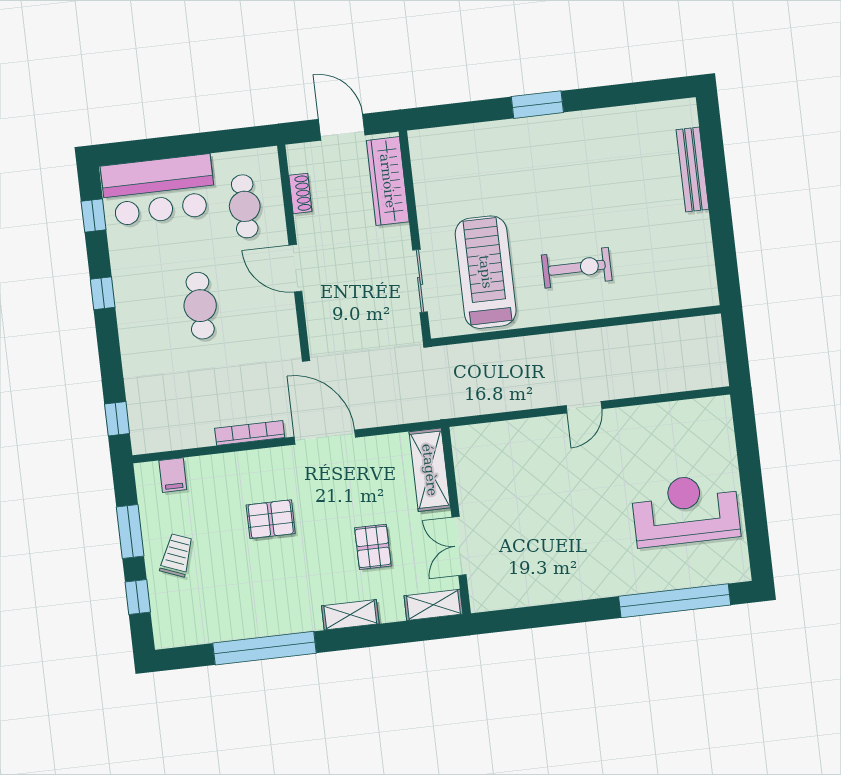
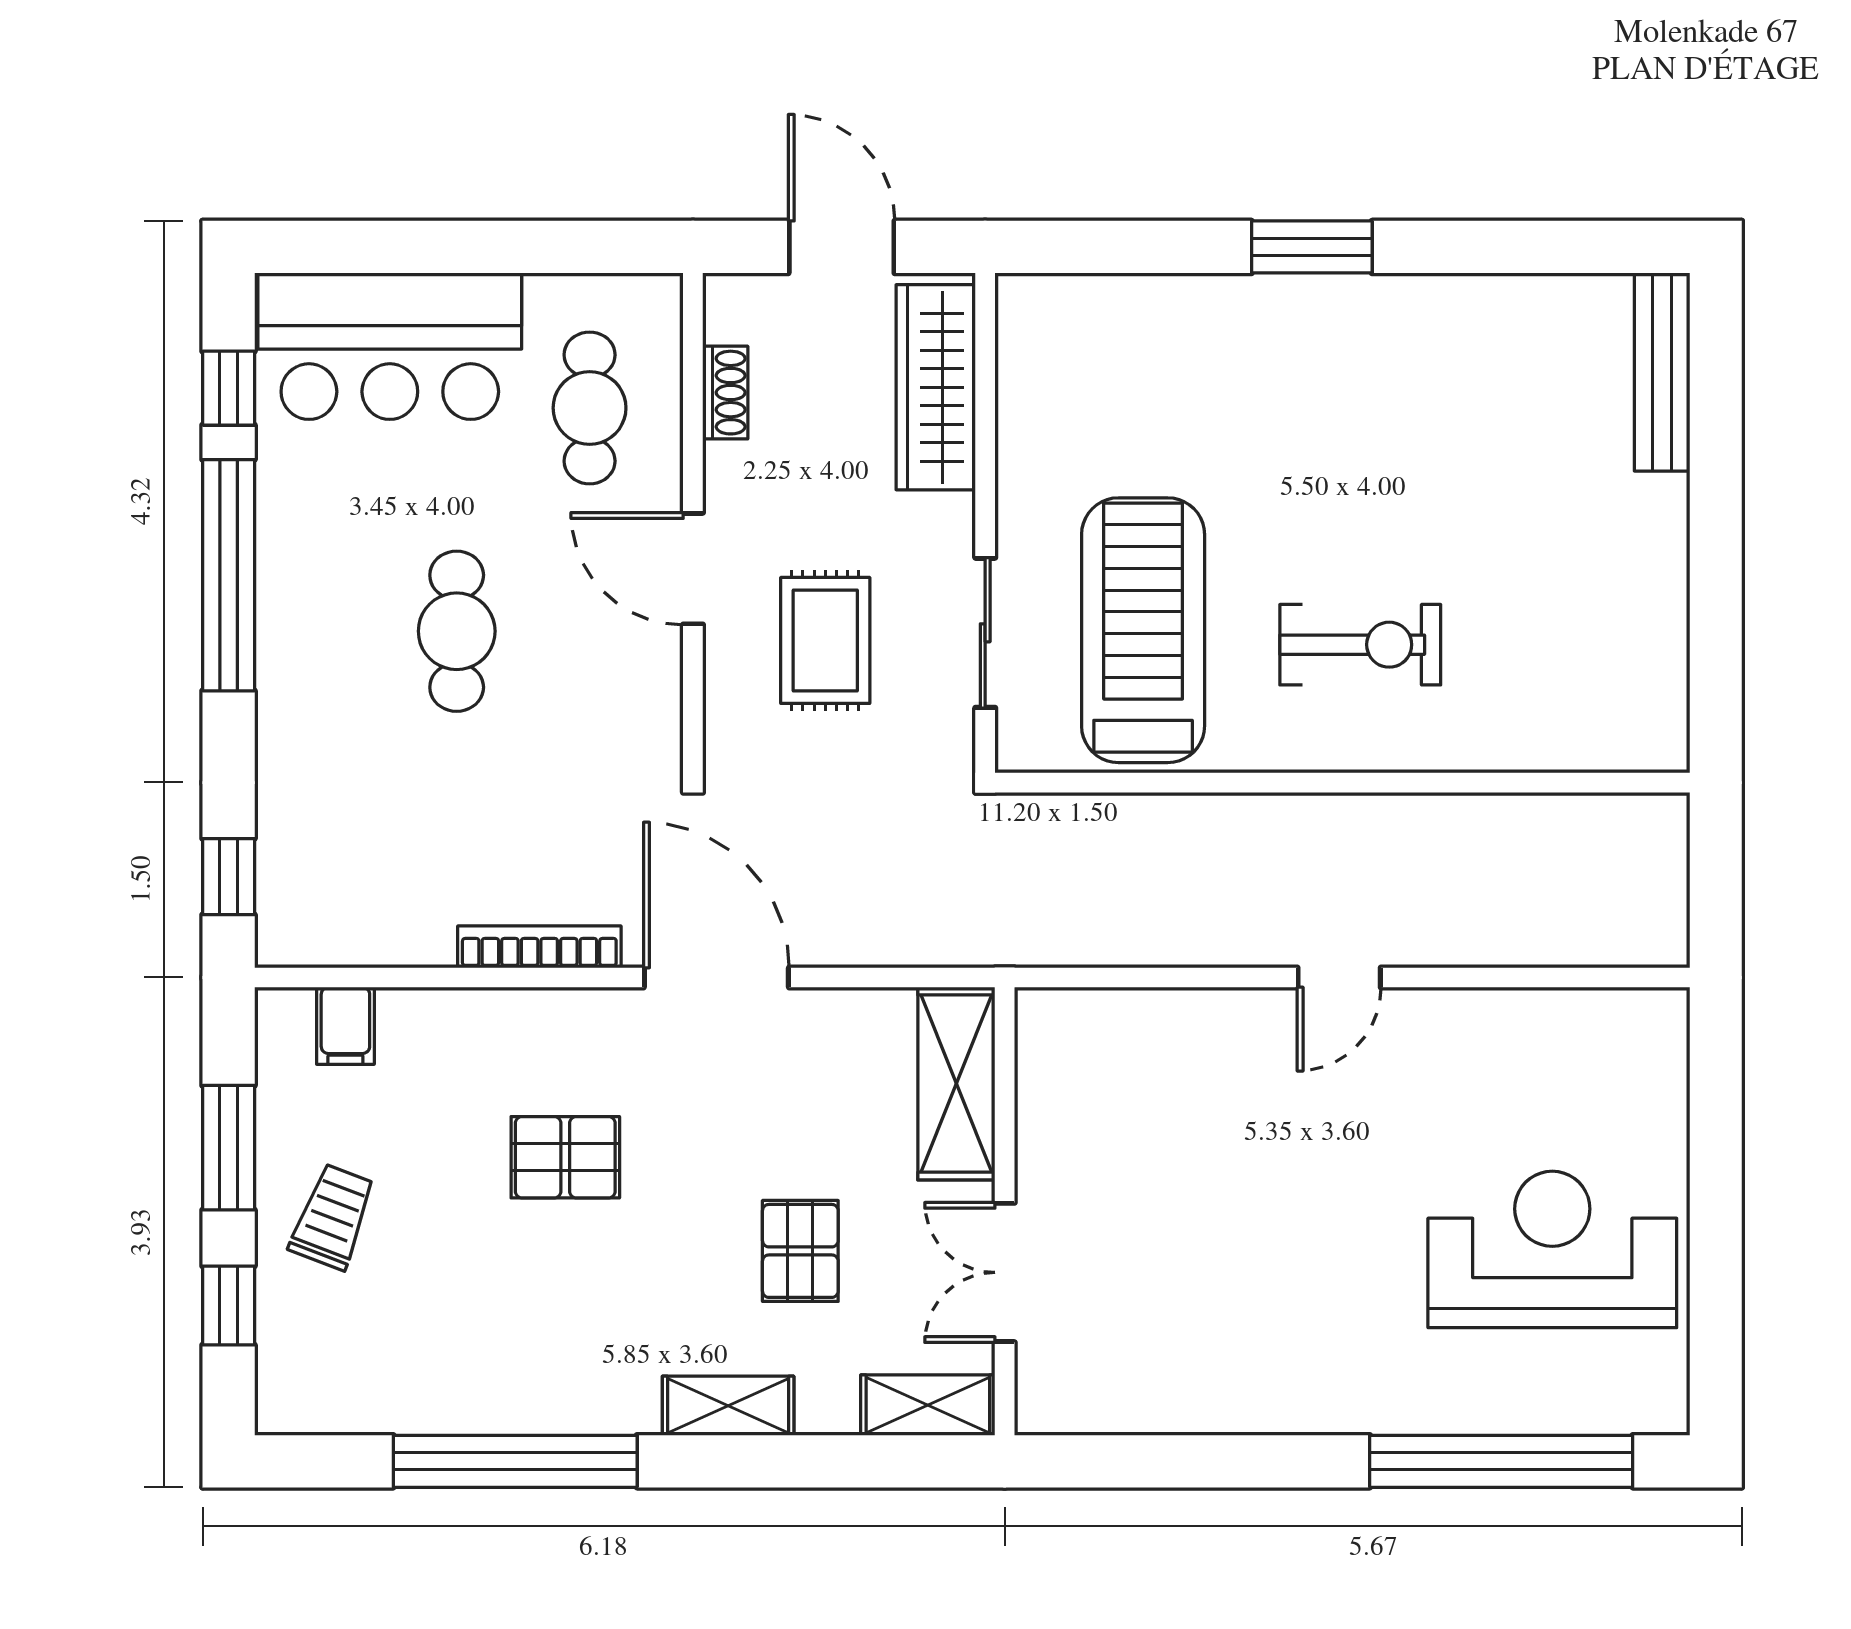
bench: (693, 170) -> (1662, 372), moved
rug: (354, 292) -> (825, 640), added
window: (103, 293) -> (229, 575), width x3.17

